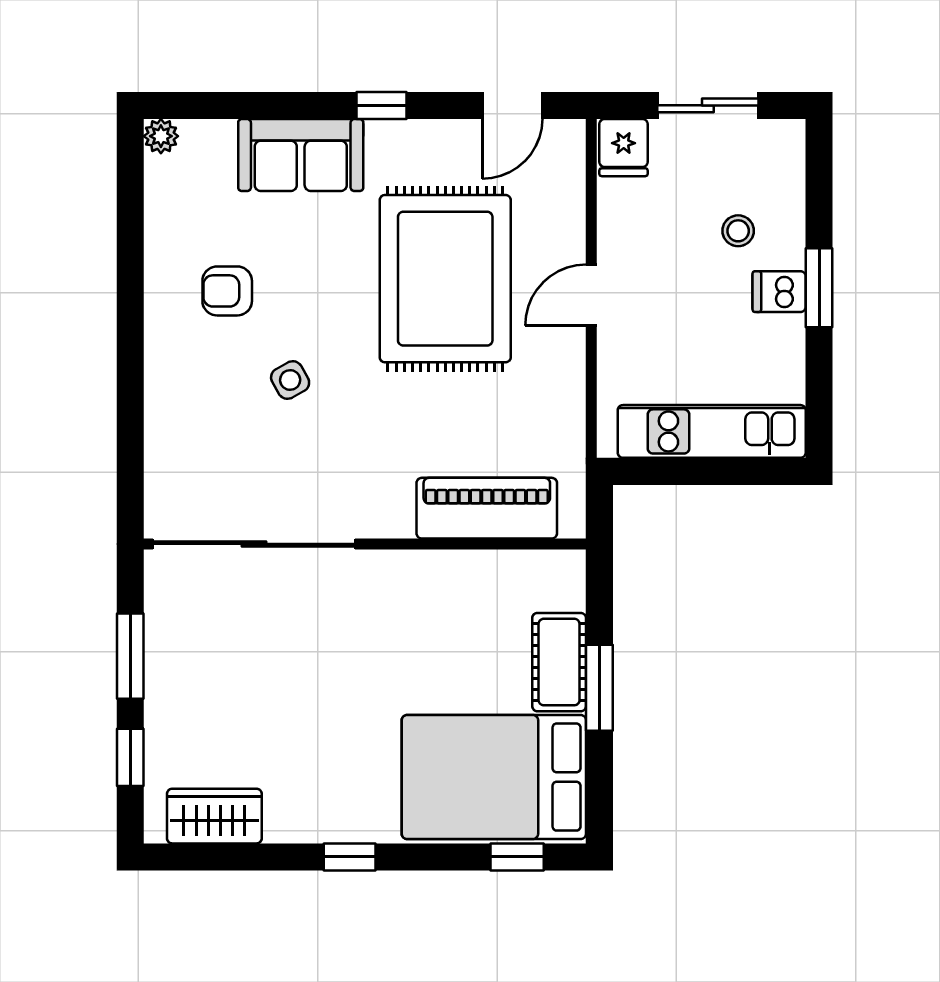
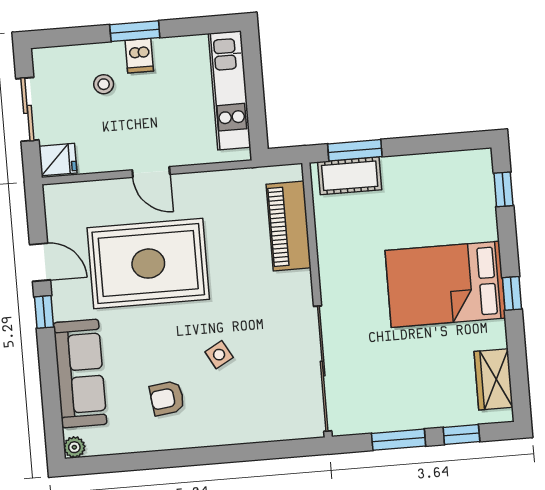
door: (512, 105) -> (40, 262), moved
sofa: (301, 155) -> (80, 373), width x1.36
armchair: (227, 291) -> (167, 398), turned 83
cot: (559, 662) -> (350, 176), moved
window: (599, 688) -> (355, 150), moved
bed: (494, 777) -> (445, 284), moved, turned 90

